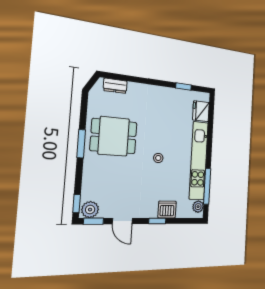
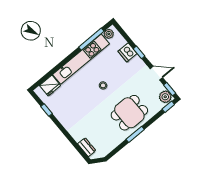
dining table: (114, 136) -> (129, 113), moved, turned 90
door: (122, 221) -> (156, 73), hinge flipped

